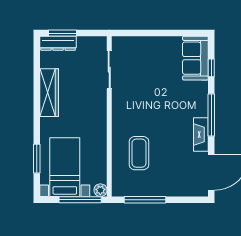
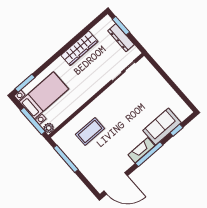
dresser: (58, 43) -> (121, 38), moved
sofa: (195, 58) -> (162, 127), moved
fireplace: (201, 134) -> (141, 150), moved
window: (37, 159) -> (25, 83), moved

